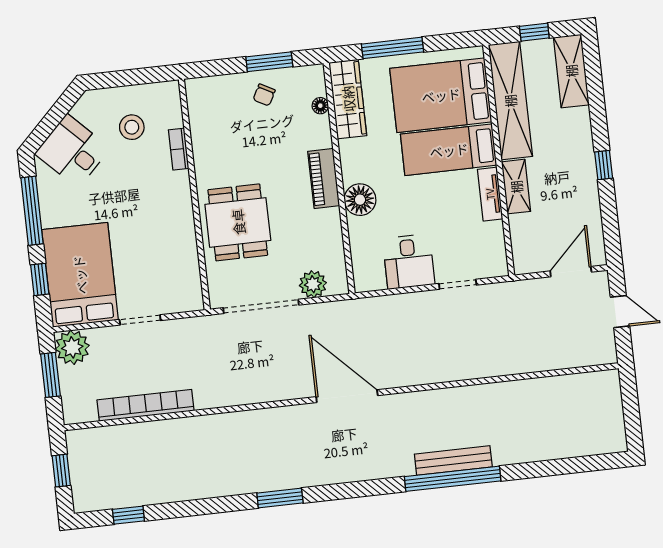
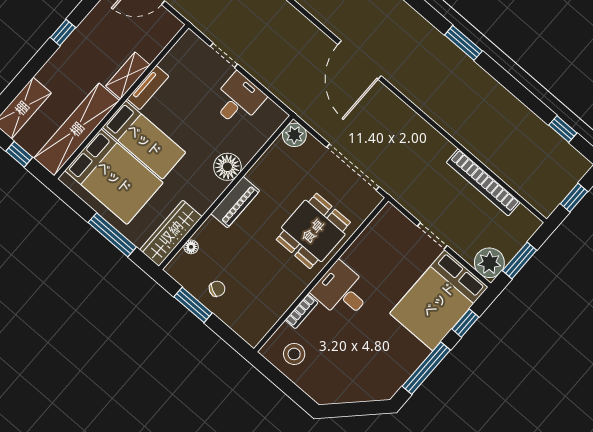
stool: (132, 127) -> (294, 354), moved
desk: (73, 151) -> (342, 291), moved, turned 135
plant: (313, 284) -> (294, 135), moved

